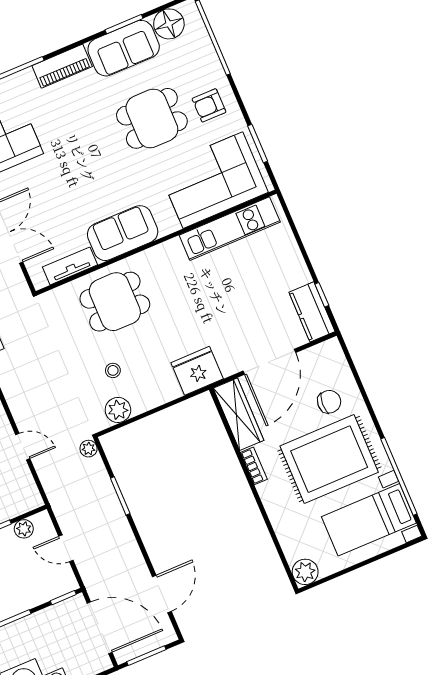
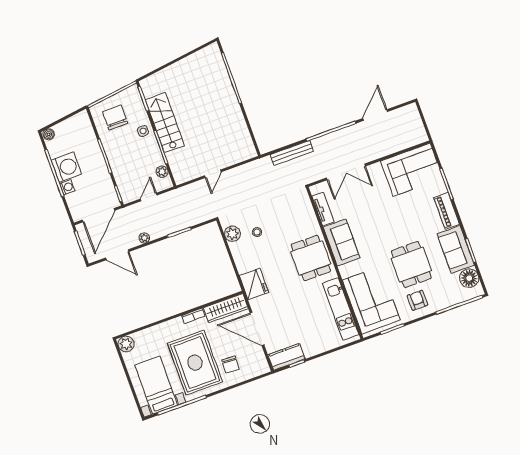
dining table: (115, 302) -> (311, 258), moved
plant: (89, 449) -> (144, 238), moved

